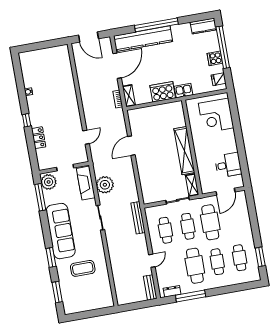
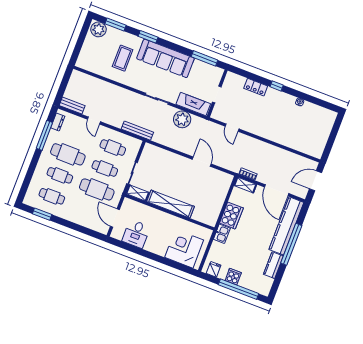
kitchen counter: (203, 26) -> (273, 265), moved
plant: (49, 182) -> (98, 29), moved

